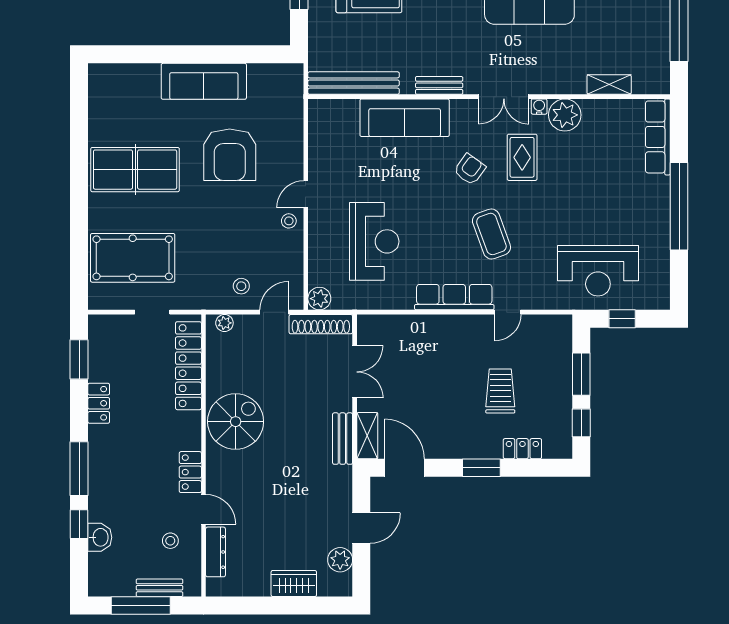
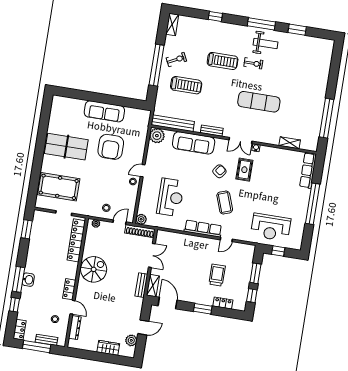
plant: (565, 115) -> (157, 136), moved
locker: (99, 403) -> (20, 330), moved
washbasin: (100, 537) -> (28, 280), moved

